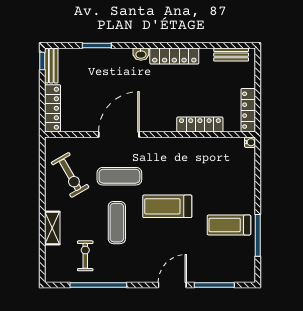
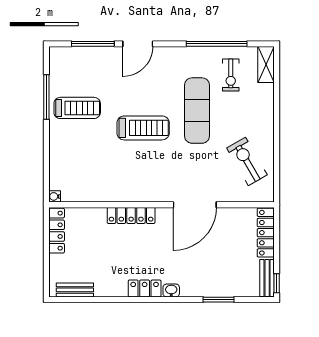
locker: (174, 56) -> (145, 288), width x0.66
locker: (200, 124) -> (131, 215), moved
exercise mat: (119, 176) -> (194, 160), removed
exercise mat: (117, 223) -> (197, 111), width x1.36, depth x1.45
shelving: (52, 228) -> (266, 64), moved

